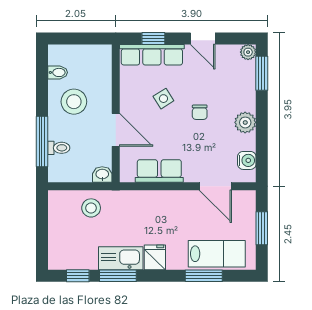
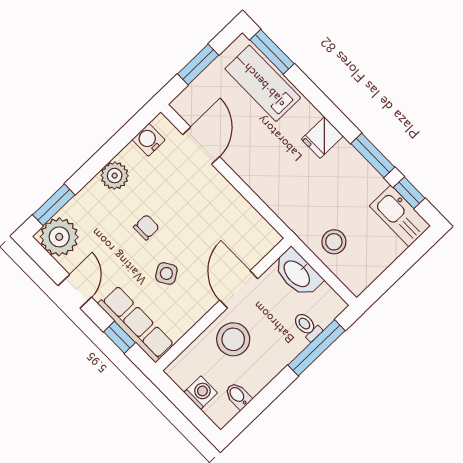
plant: (248, 52) -> (59, 237), width x1.87, depth x1.87
washing machine: (79, 54) -> (201, 393), added
stool: (74, 102) -> (233, 339), moved
row of seats: (159, 171) -> (238, 212), removed
washbasin: (102, 175) -> (297, 273), width x1.91, depth x1.45
kitchen sink: (121, 258) -> (400, 216), moved
window: (204, 276) -> (272, 52), moved

